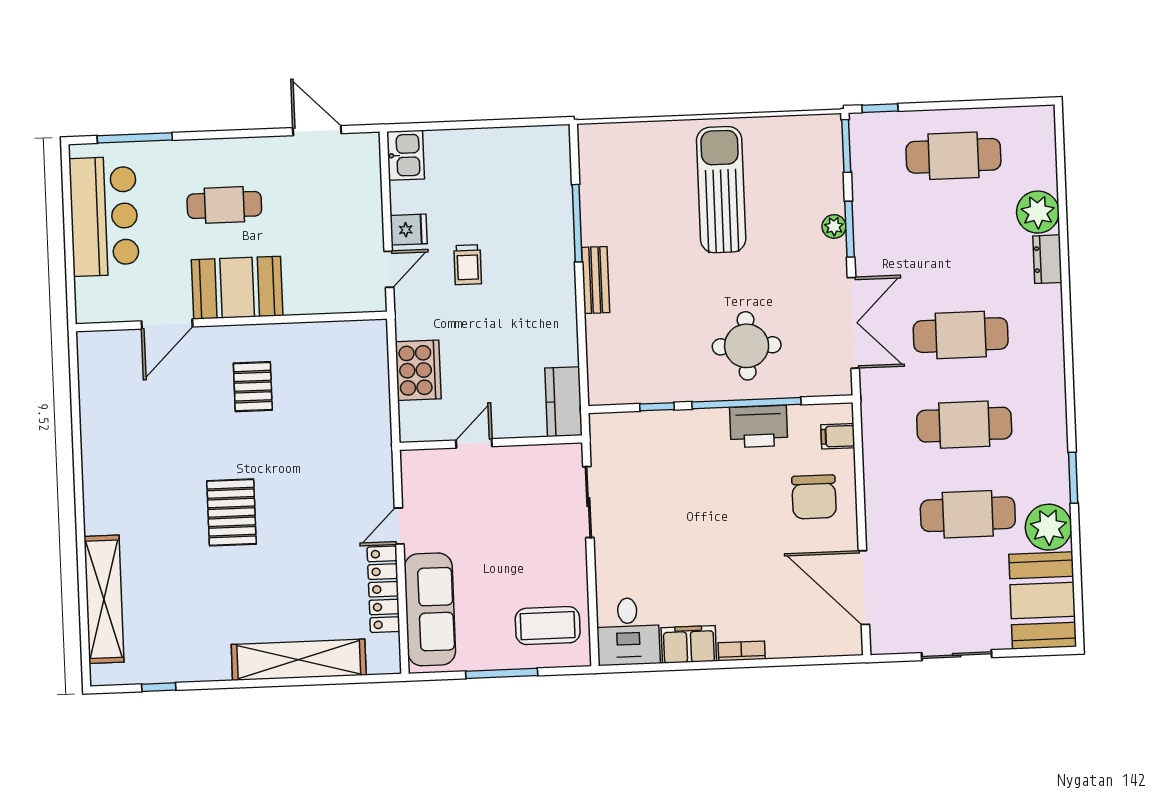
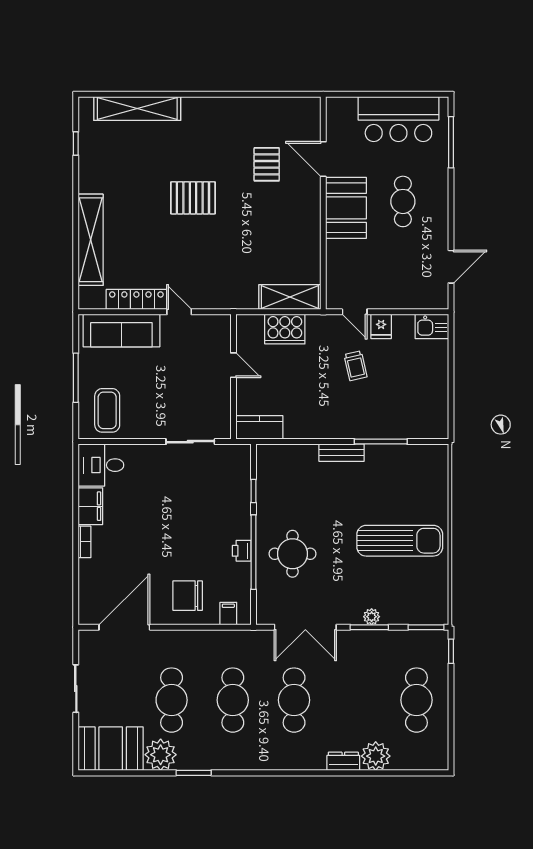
trolley: (468, 265) -> (356, 366), turned -103
shelving: (371, 365) -> (290, 297), added
pallet: (253, 387) -> (267, 164), moved, turned 90
printer: (759, 426) -> (242, 551), width x0.53, depth x0.68

